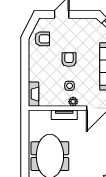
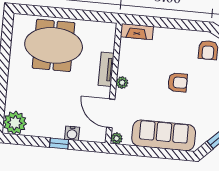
side table: (70, 86) -> (143, 80), removed

